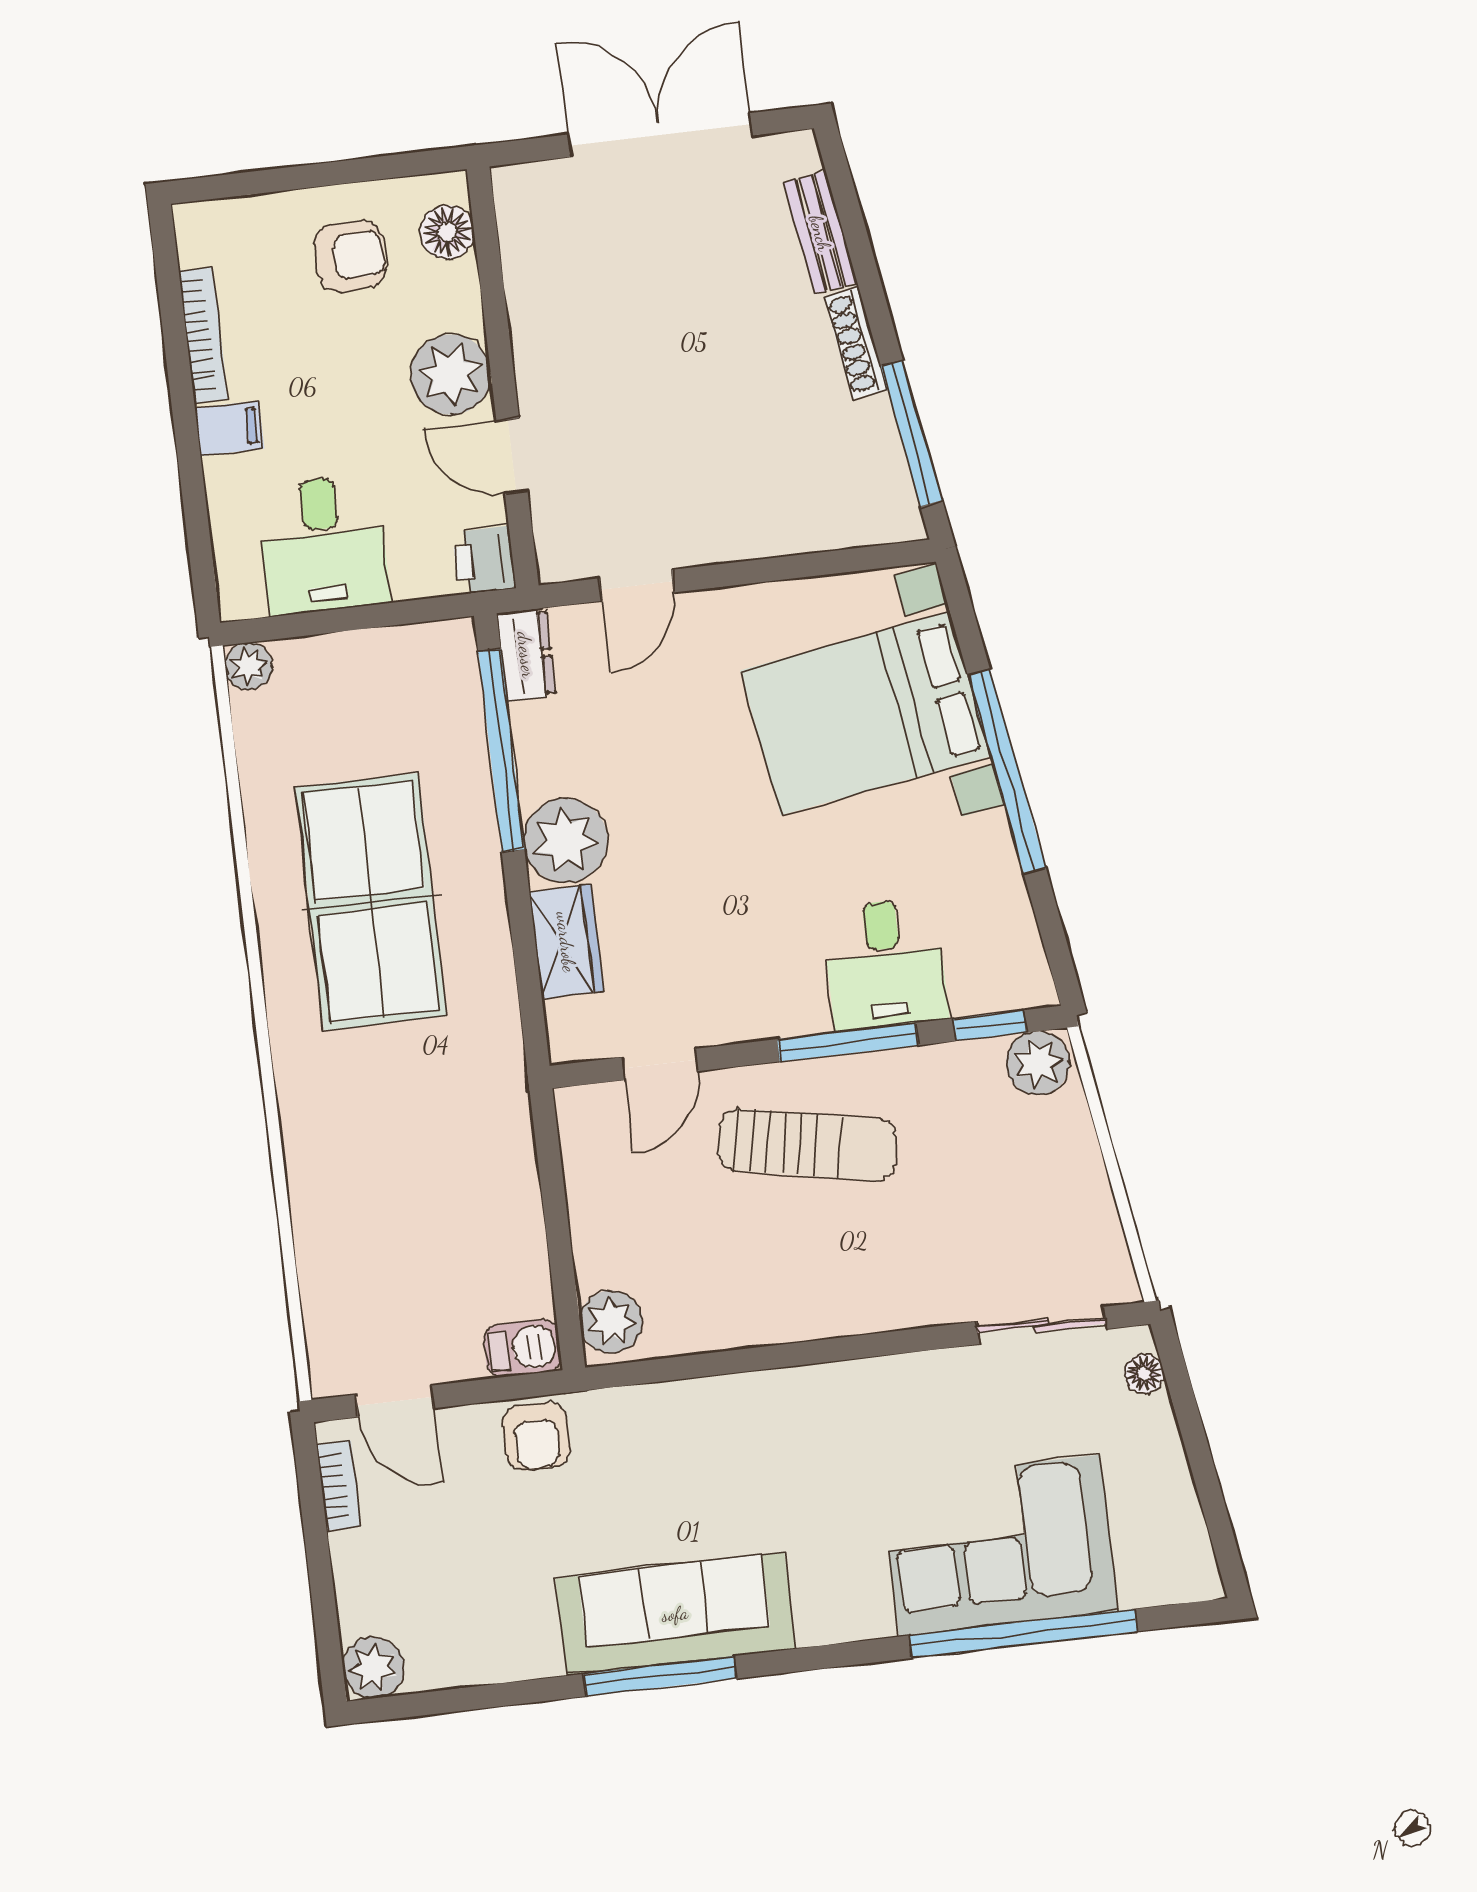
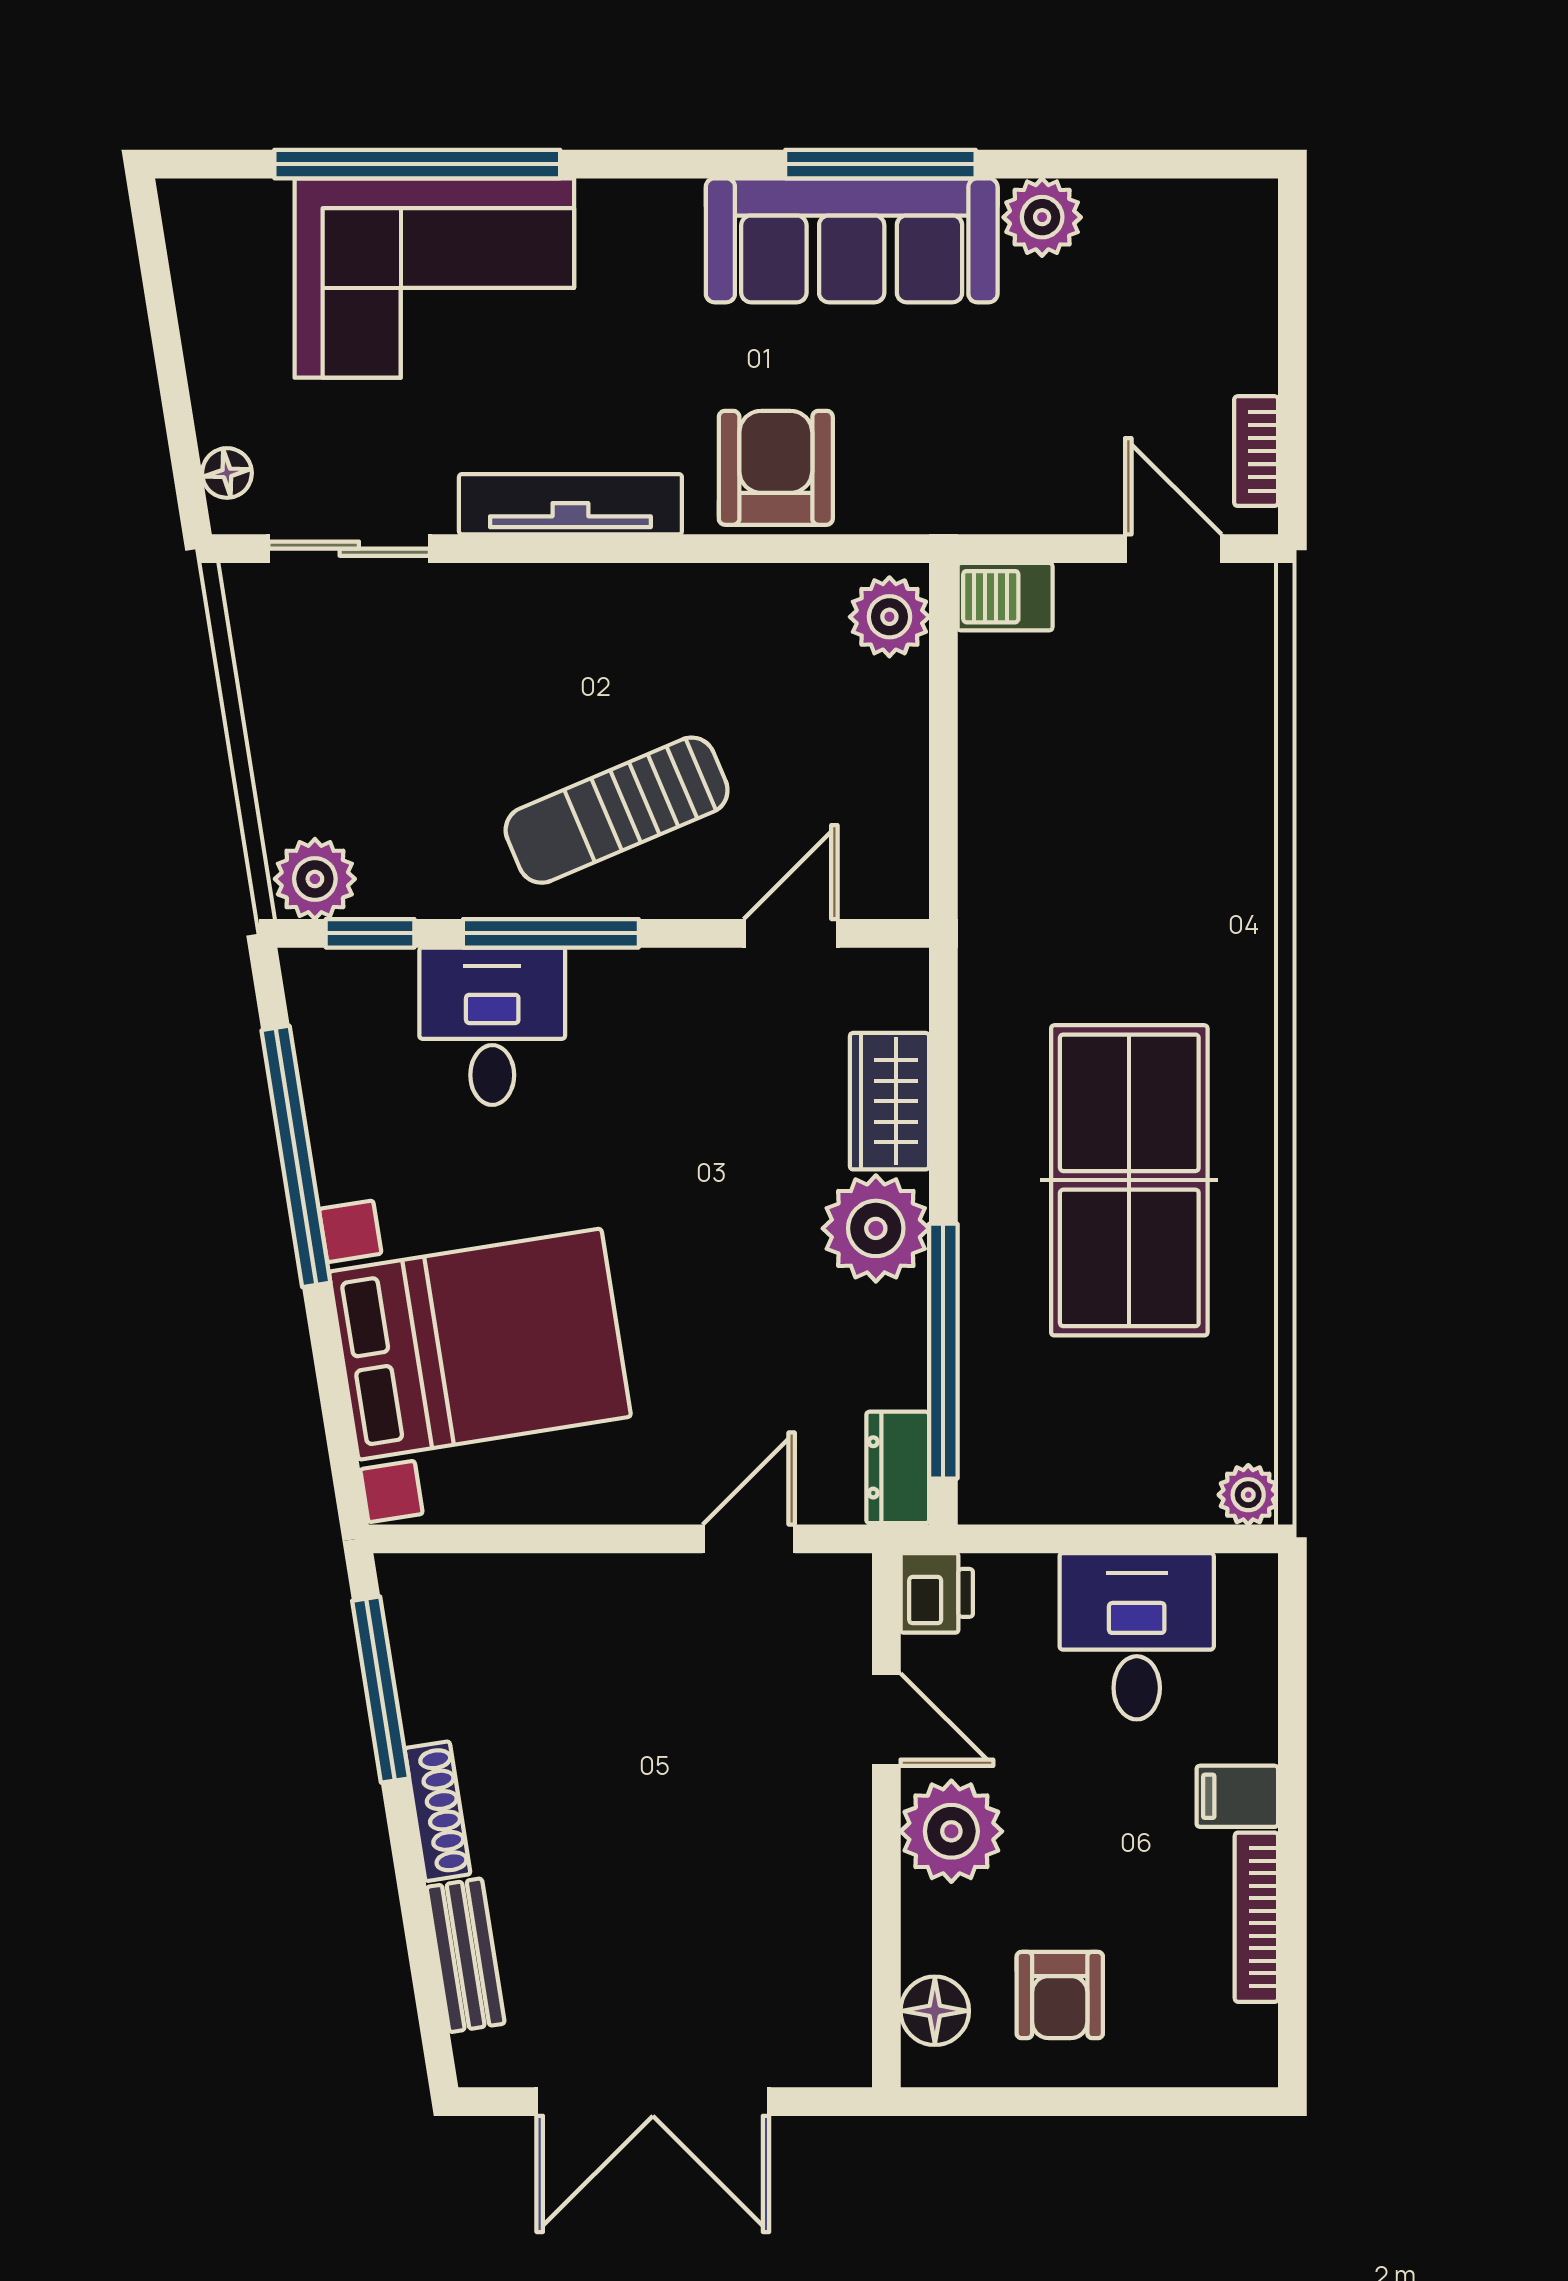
armchair: (350, 256) -> (1060, 1995), turned -90
window: (1007, 772) -> (296, 1156), moved
sun lounger: (807, 1145) -> (617, 810), turned -34
tv unit: (872, 1381) -> (570, 504), added
armchair: (536, 1436) -> (776, 468), moved, width x1.38, depth x1.38
plant: (374, 1668) -> (1042, 217), moved

